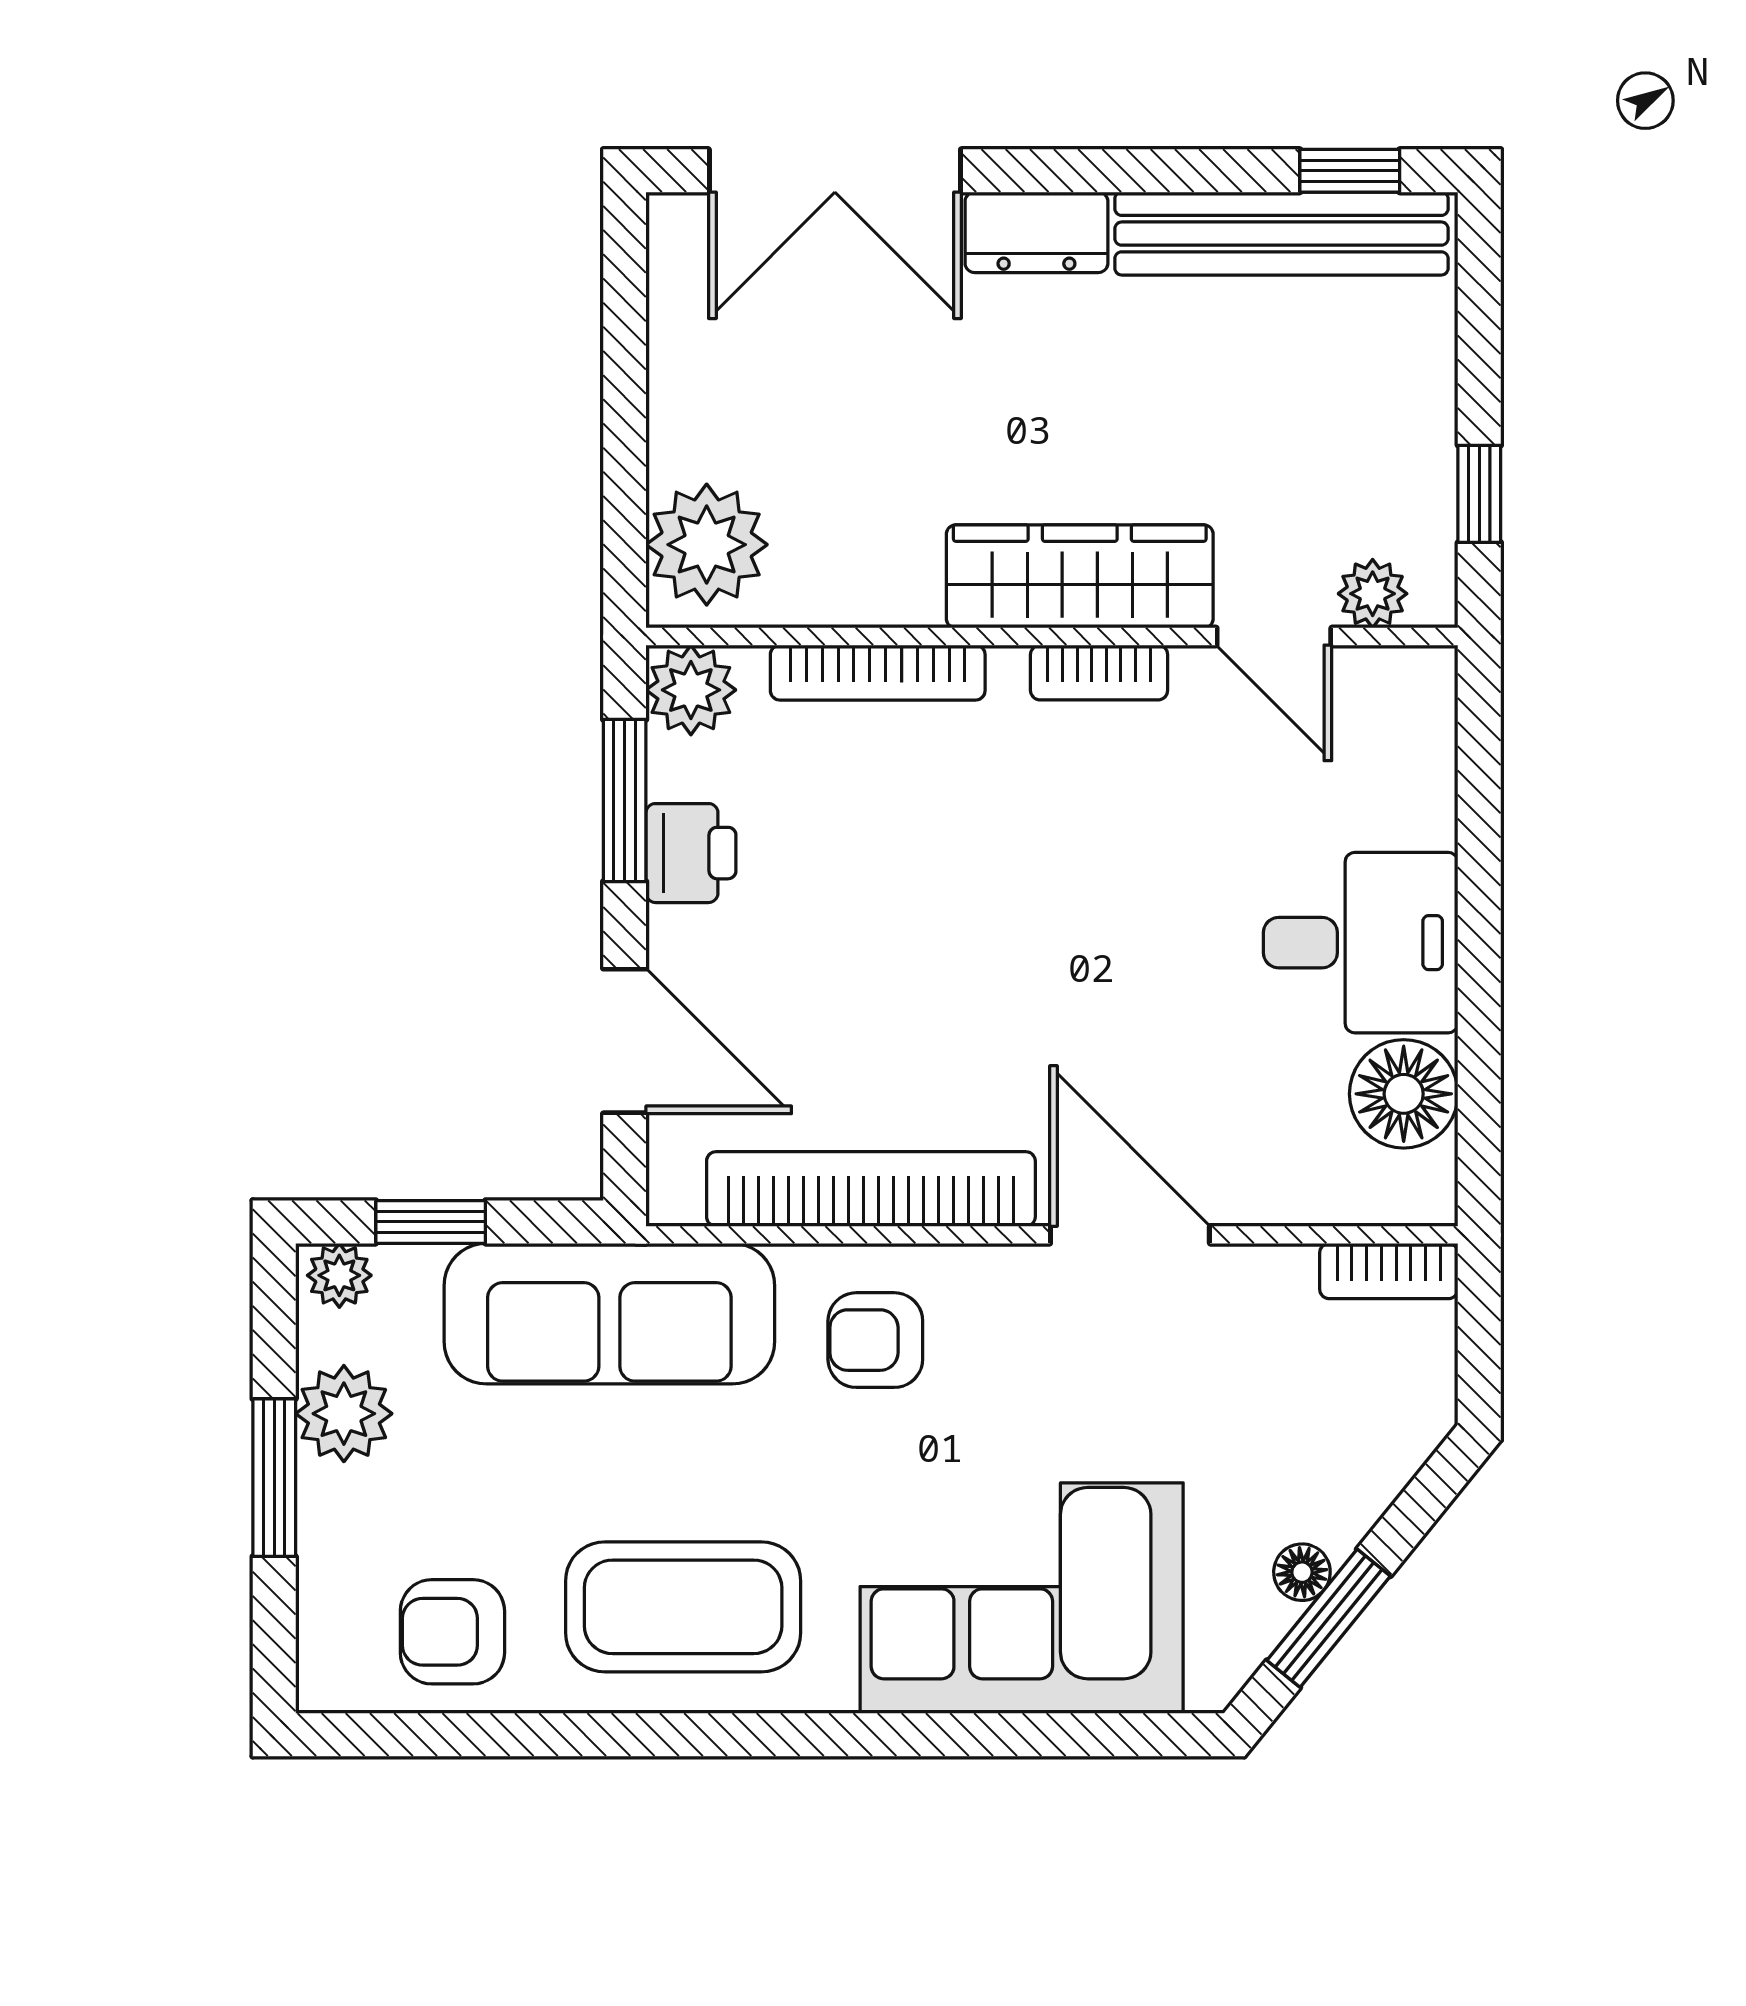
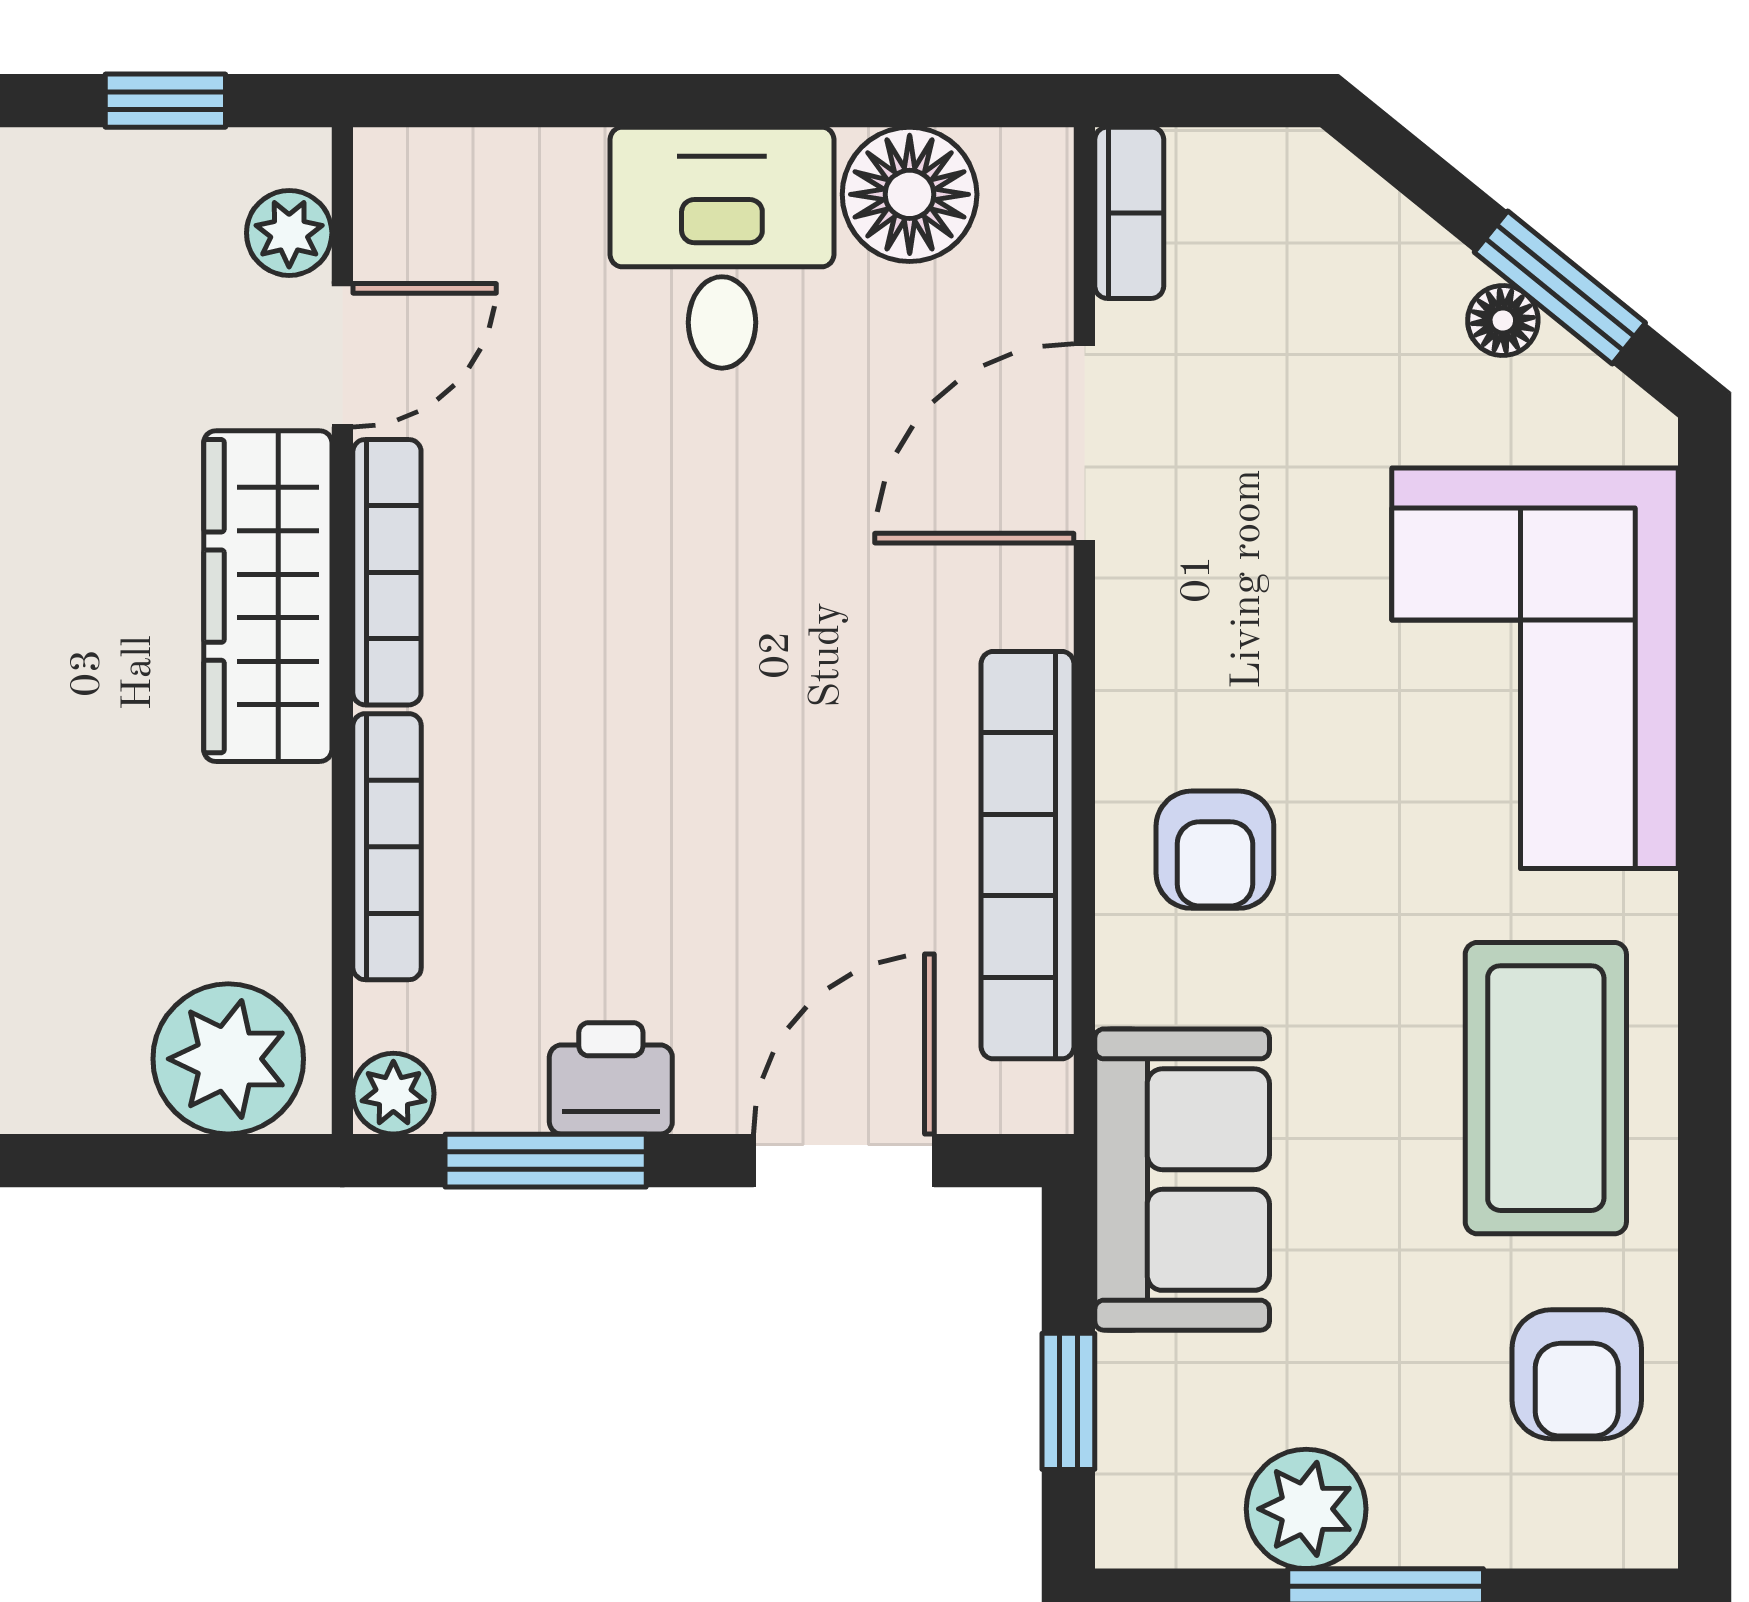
bookcase: (1099, 673) -> (387, 572), width x1.56
plant: (691, 690) -> (393, 1094), width x0.73, depth x0.73
door: (1130, 1235) -> (1084, 443), moved
plant: (339, 1275) -> (1135, 1515), removed
sofa: (609, 1314) -> (1182, 1180), width x0.73

